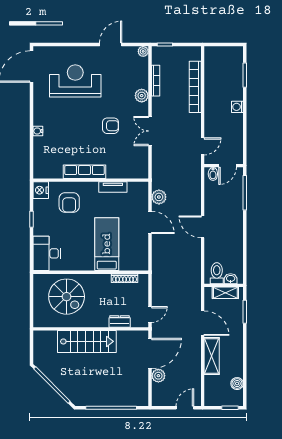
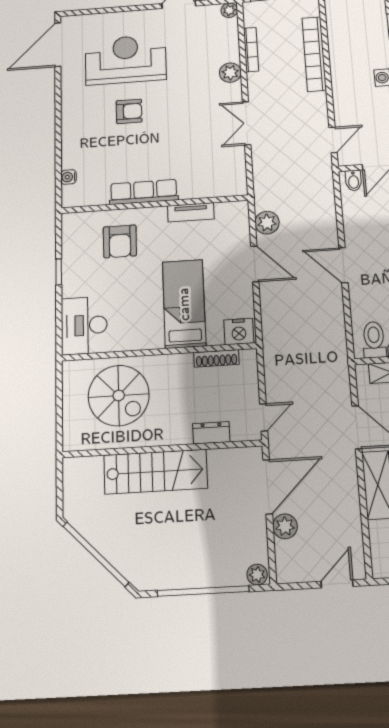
armchair: (111, 126) -> (129, 111), moved
water cooler: (38, 131) -> (68, 177), moved
nightstand: (41, 190) -> (239, 332), moved, turned -90
plant: (141, 401) -> (257, 575), added

